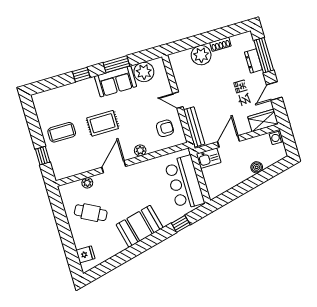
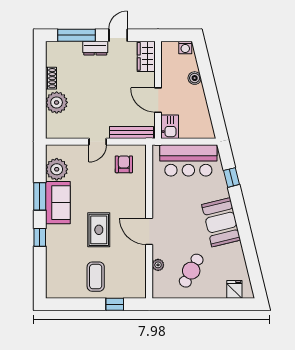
dresser: (253, 61) -> (95, 48), moved
door: (274, 91) -> (118, 35), swing flipped
washing machine: (276, 138) -> (185, 48), moved
plant: (140, 150) -> (140, 198), removed

